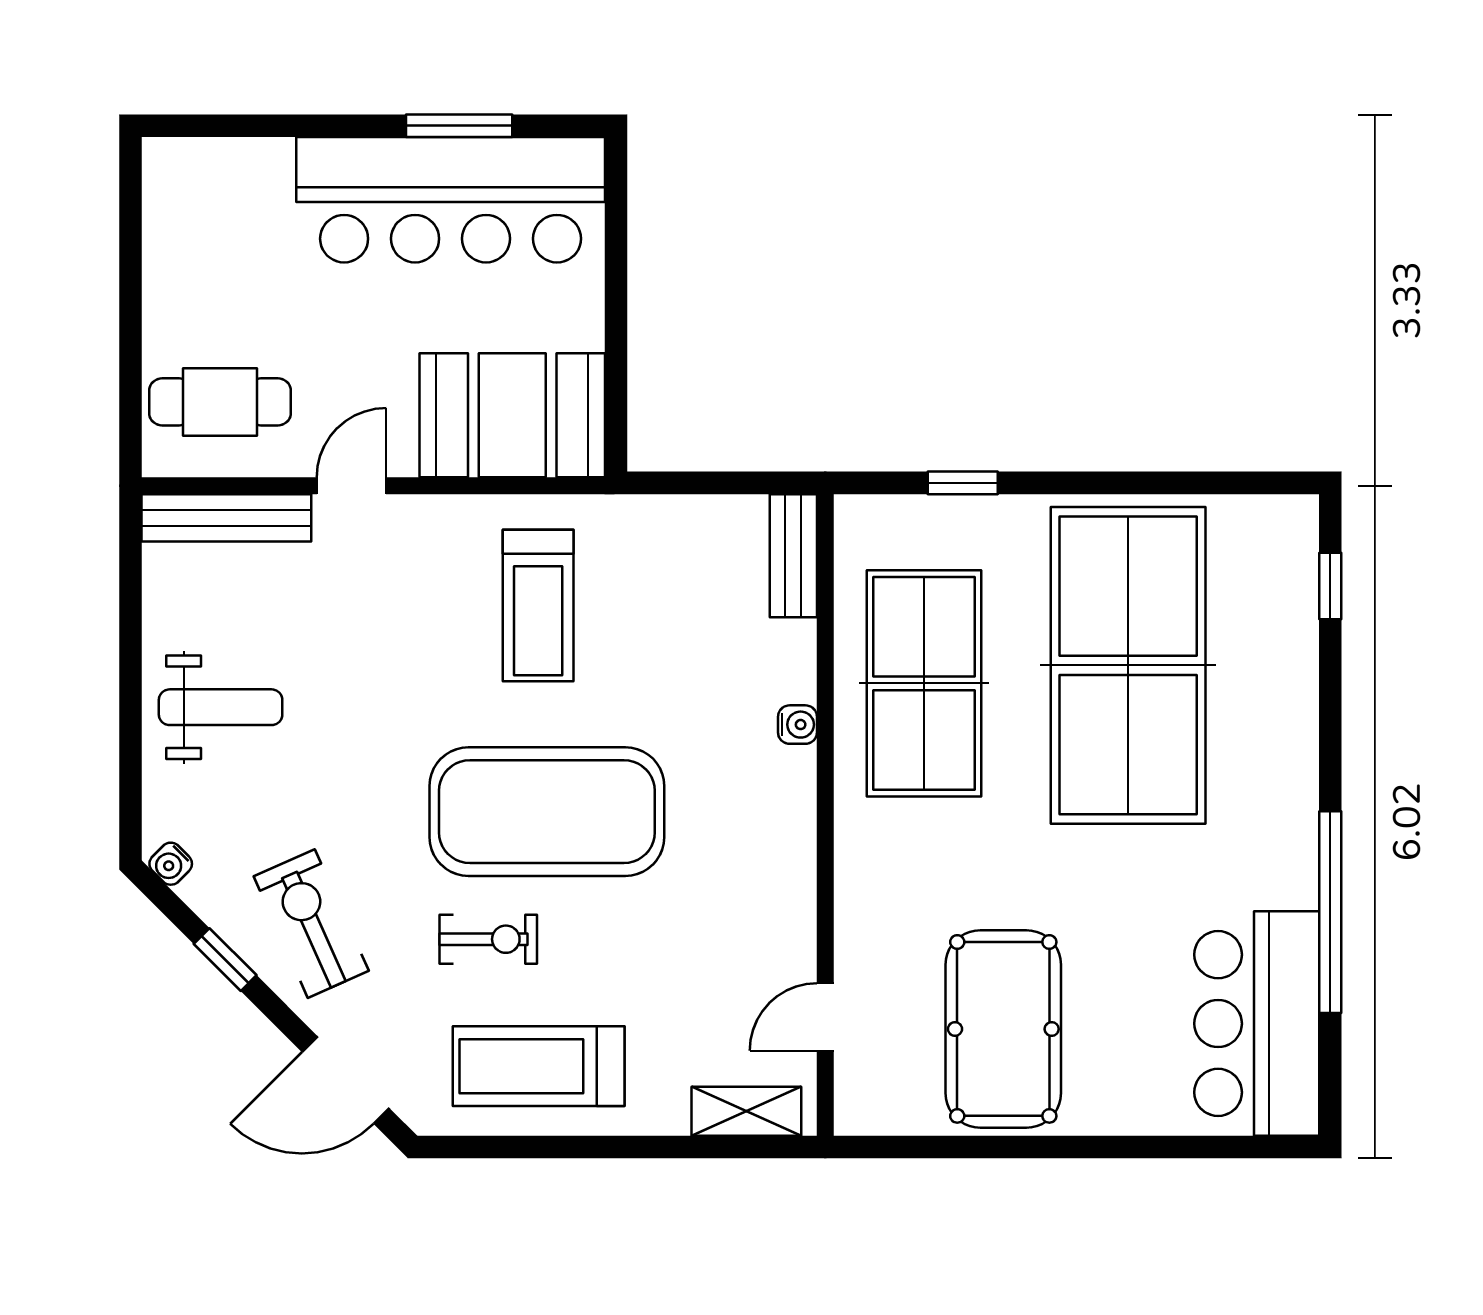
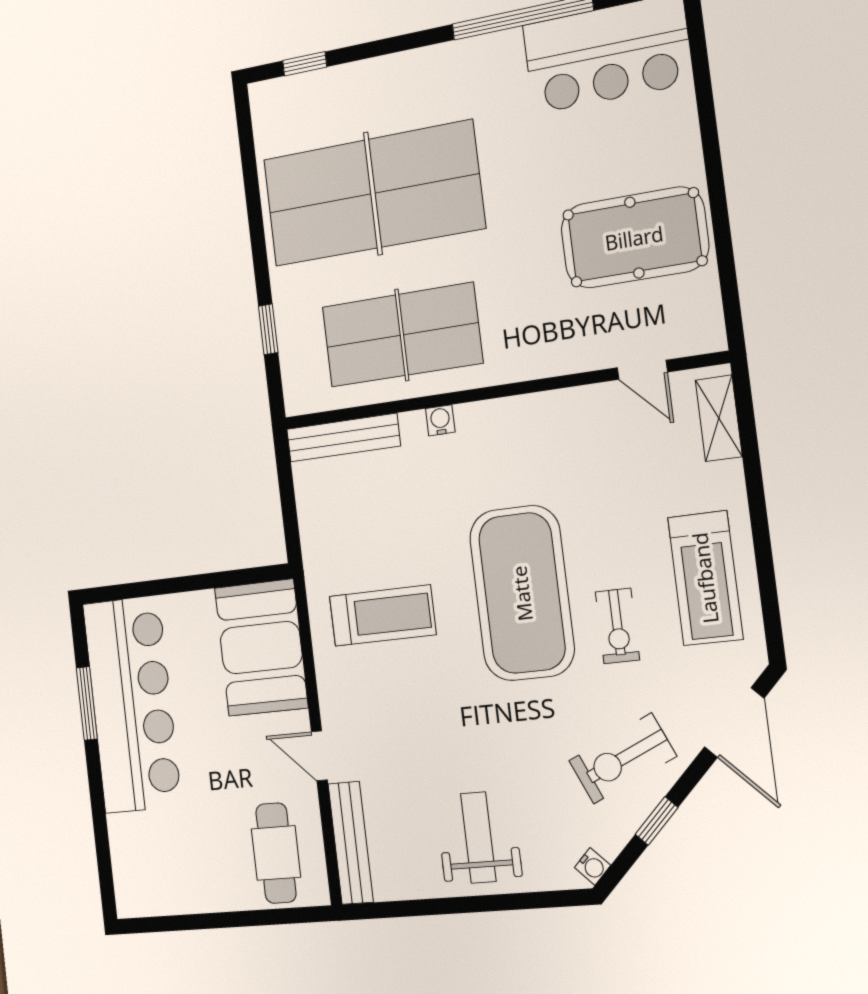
bench: (793, 556) -> (343, 438), width x1.36
exercise bike: (488, 939) -> (617, 626), turned 180

